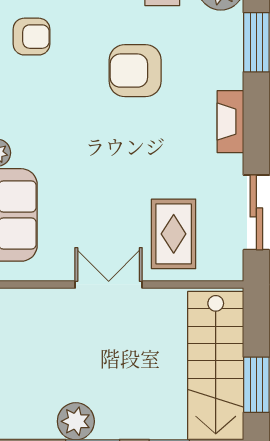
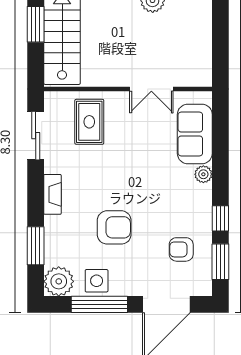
double door: (109, 284) -> (151, 89), moved

